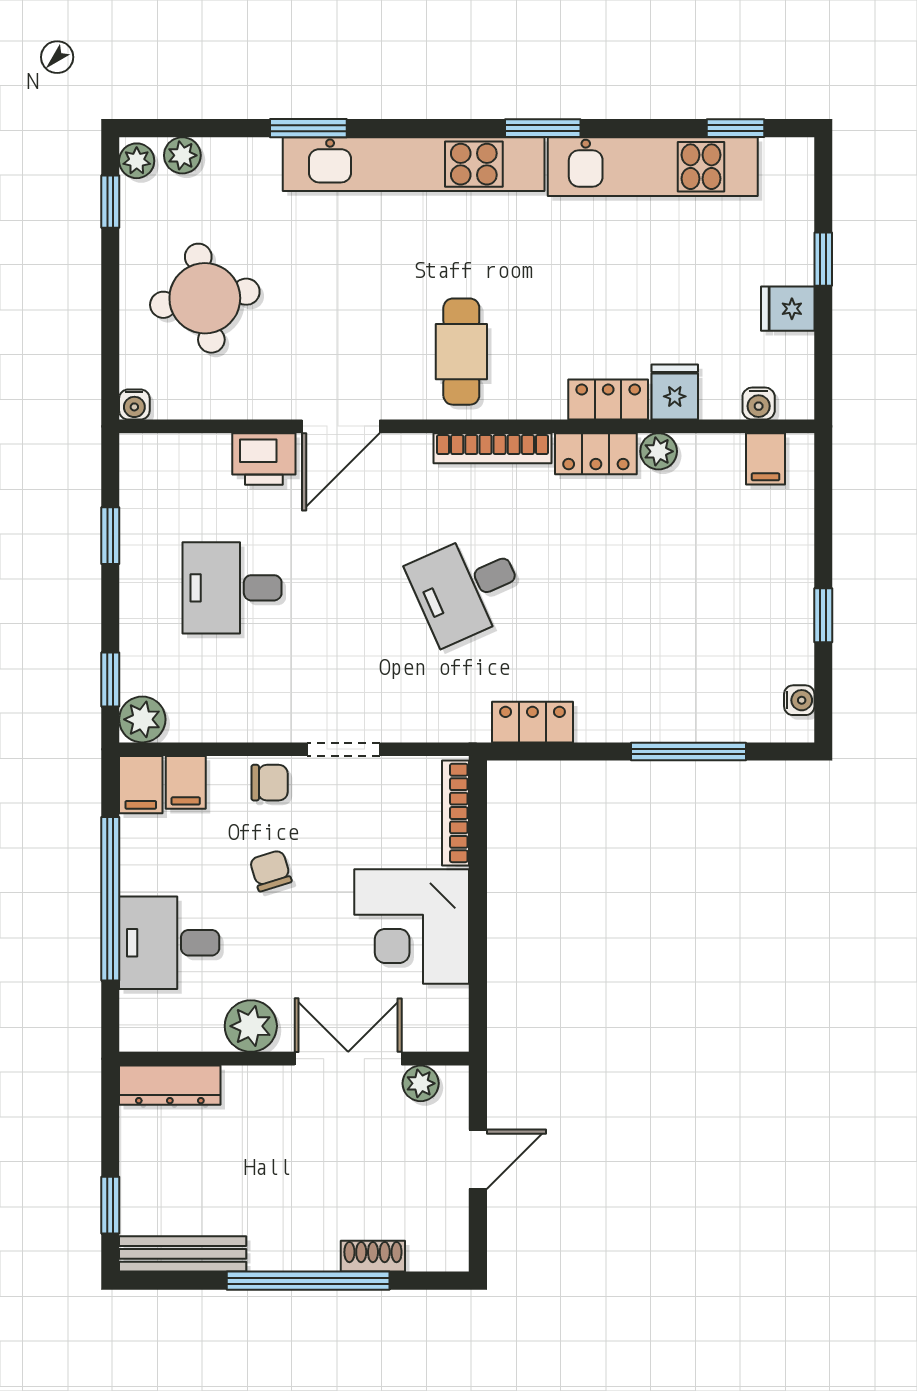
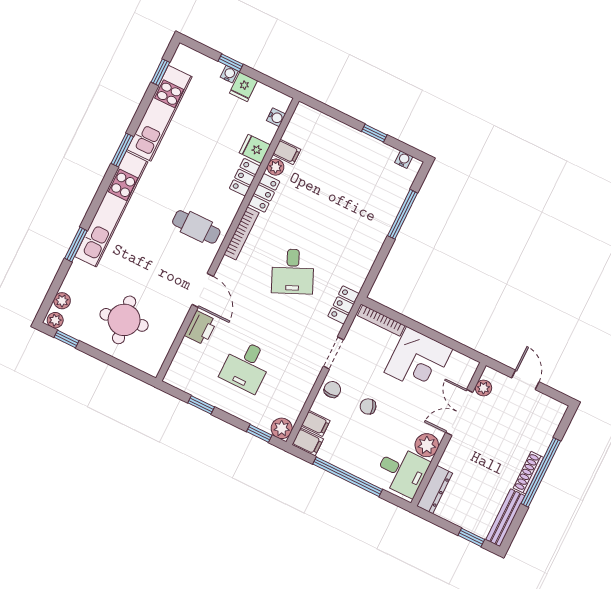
water cooler: (134, 405) -> (229, 74), moved, turned -90
filing cabinet: (766, 459) -> (287, 152), moved
locker: (532, 722) -> (343, 305), moved
desk: (169, 943) -> (402, 471), moved, turned -90
shoe rack: (373, 1256) -> (528, 473), moved, width x1.43

